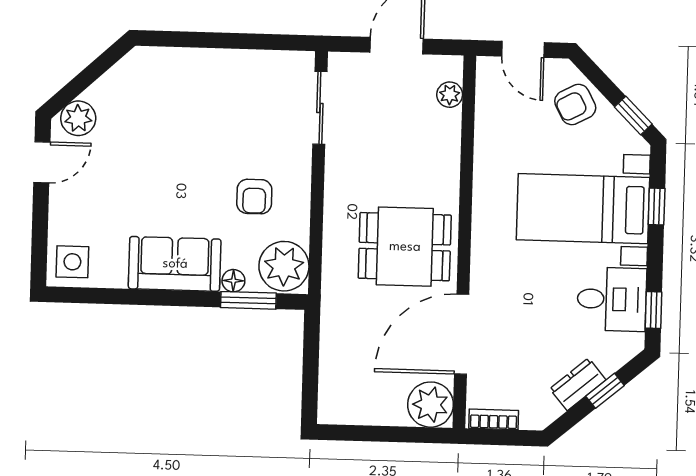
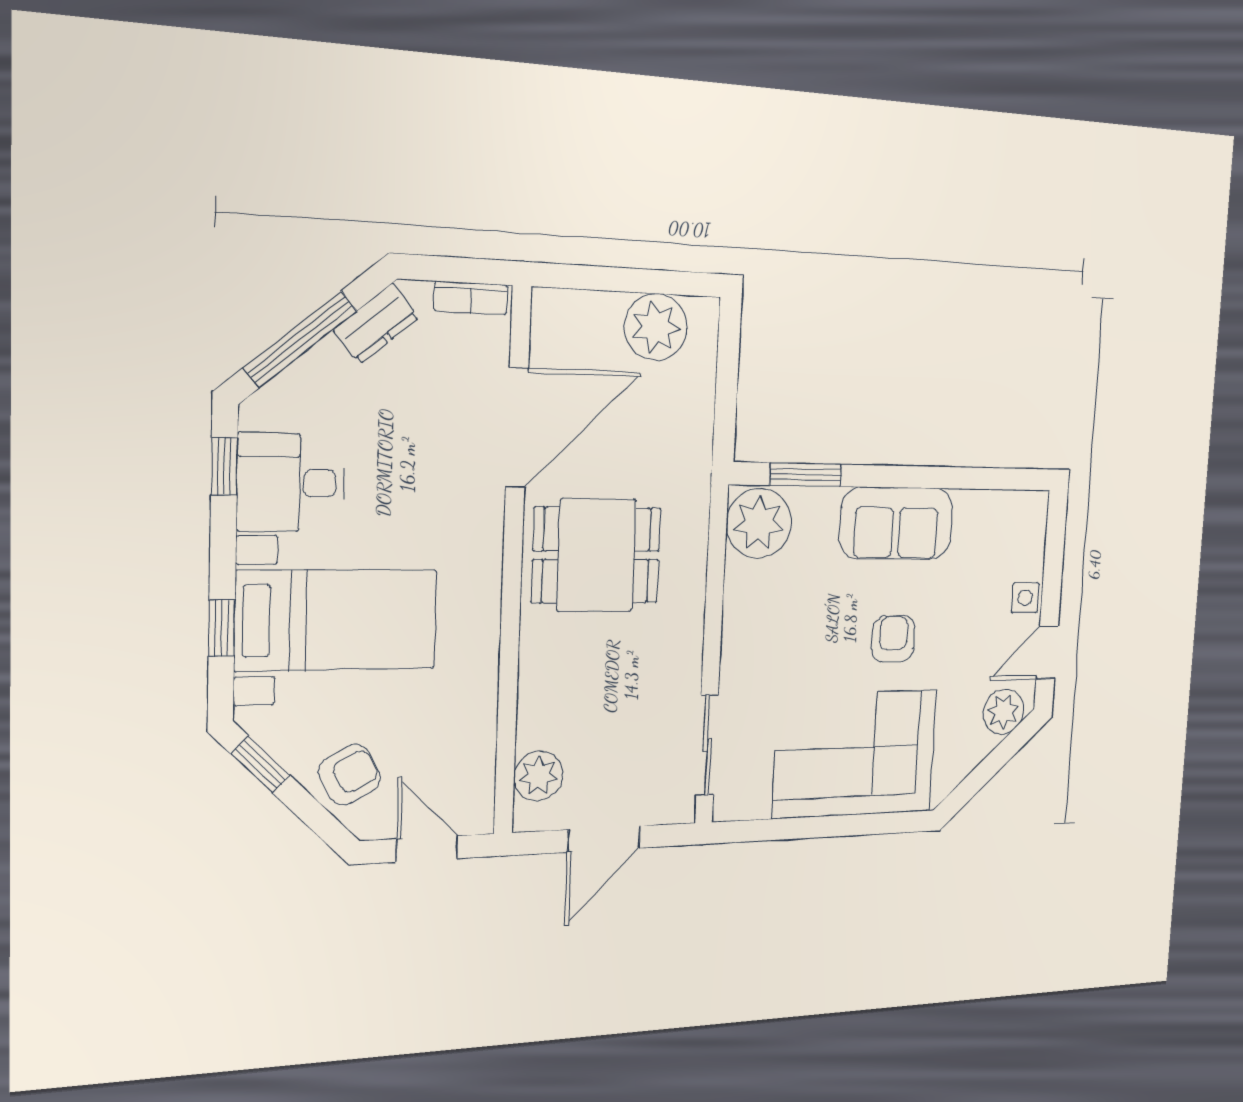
corner sofa: (202, 94) -> (855, 754), added
plant: (450, 95) -> (538, 776), width x1.38, depth x1.38
armchair: (254, 197) -> (893, 639), moved
side table: (72, 262) -> (1025, 598), moved, width x0.73, depth x0.73
floor lamp: (233, 281) -> (824, 502), removed
dresser: (578, 384) -> (376, 324), moved
window: (605, 391) -> (300, 339), width x2.17
plant: (430, 405) -> (656, 327), moved

